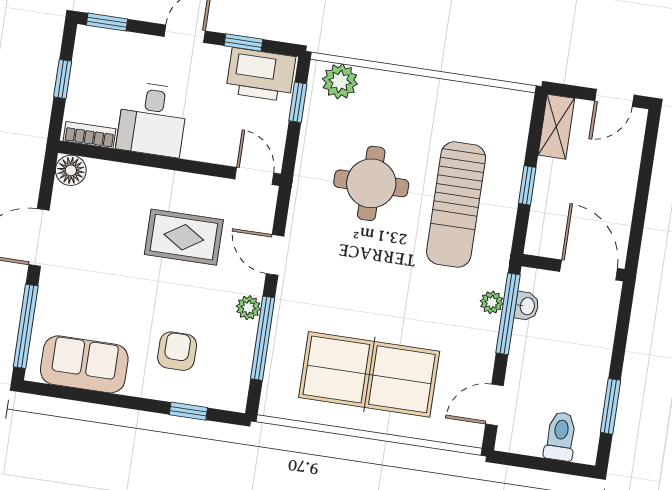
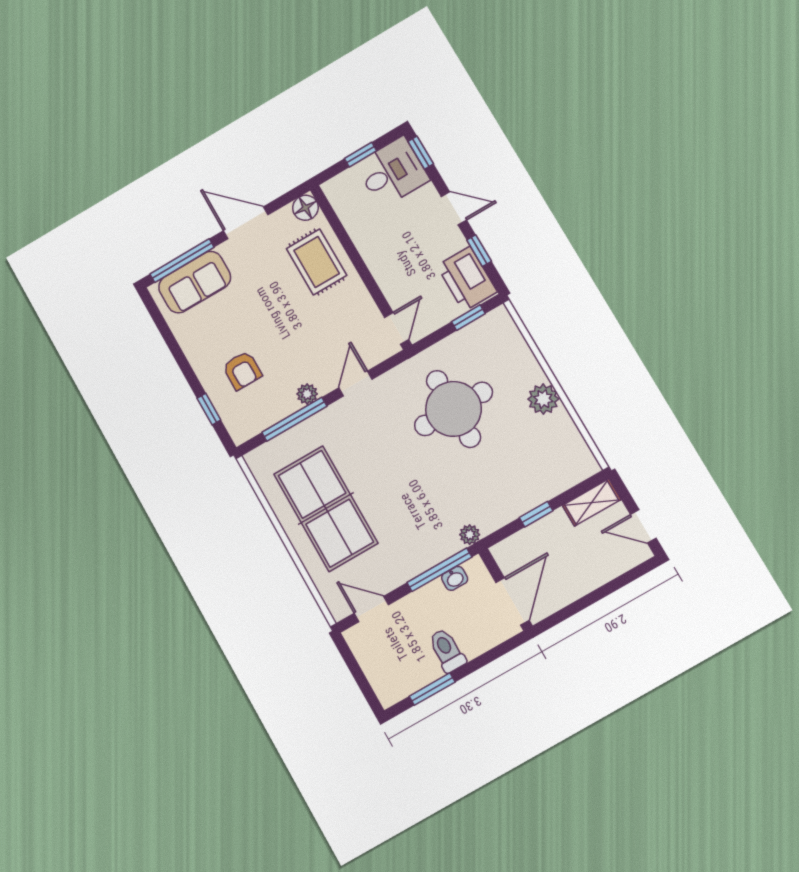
plant: (340, 81) -> (543, 399), moved
desk: (152, 119) -> (392, 172), moved, turned 180
bookcase: (90, 135) -> (338, 201), removed
round table: (371, 183) -> (453, 409), width x1.36, depth x1.36
sun lounger: (456, 205) -> (485, 477), removed
rug: (184, 237) -> (317, 262), moved
plant: (492, 302) -> (470, 535), moved
armchair: (177, 351) -> (242, 370), turned 90
sofa: (84, 364) -> (195, 282), moved, turned 90
toilet: (561, 436) -> (447, 650), moved, turned -90

